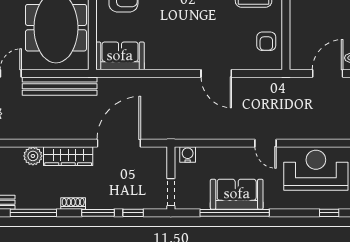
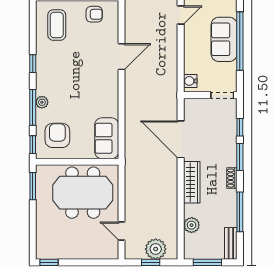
bench: (60, 86) -> (132, 189), removed
plant: (33, 156) -> (192, 225), moved

